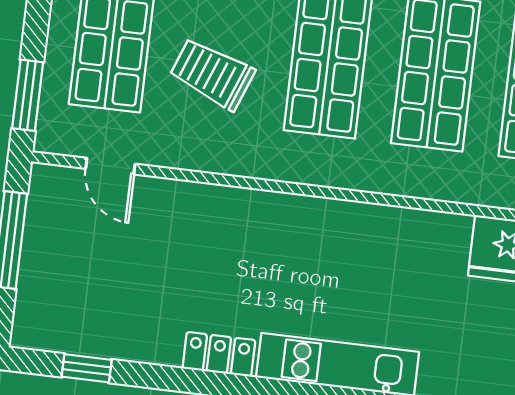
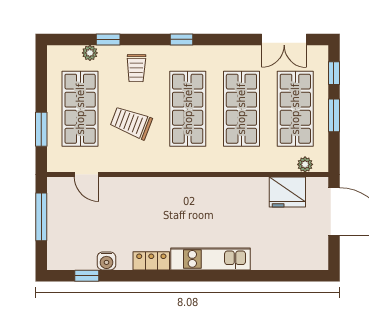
window: (28, 95) -> (41, 129), moved
water cooler: (129, 344) -> (106, 261), added

